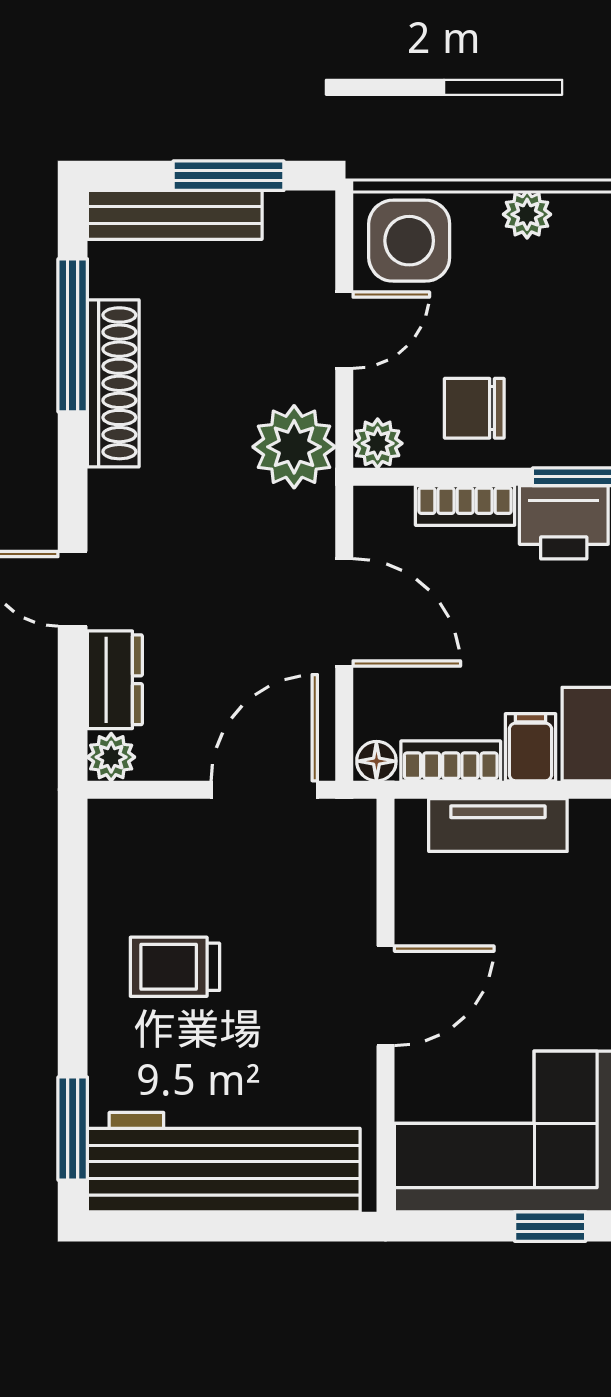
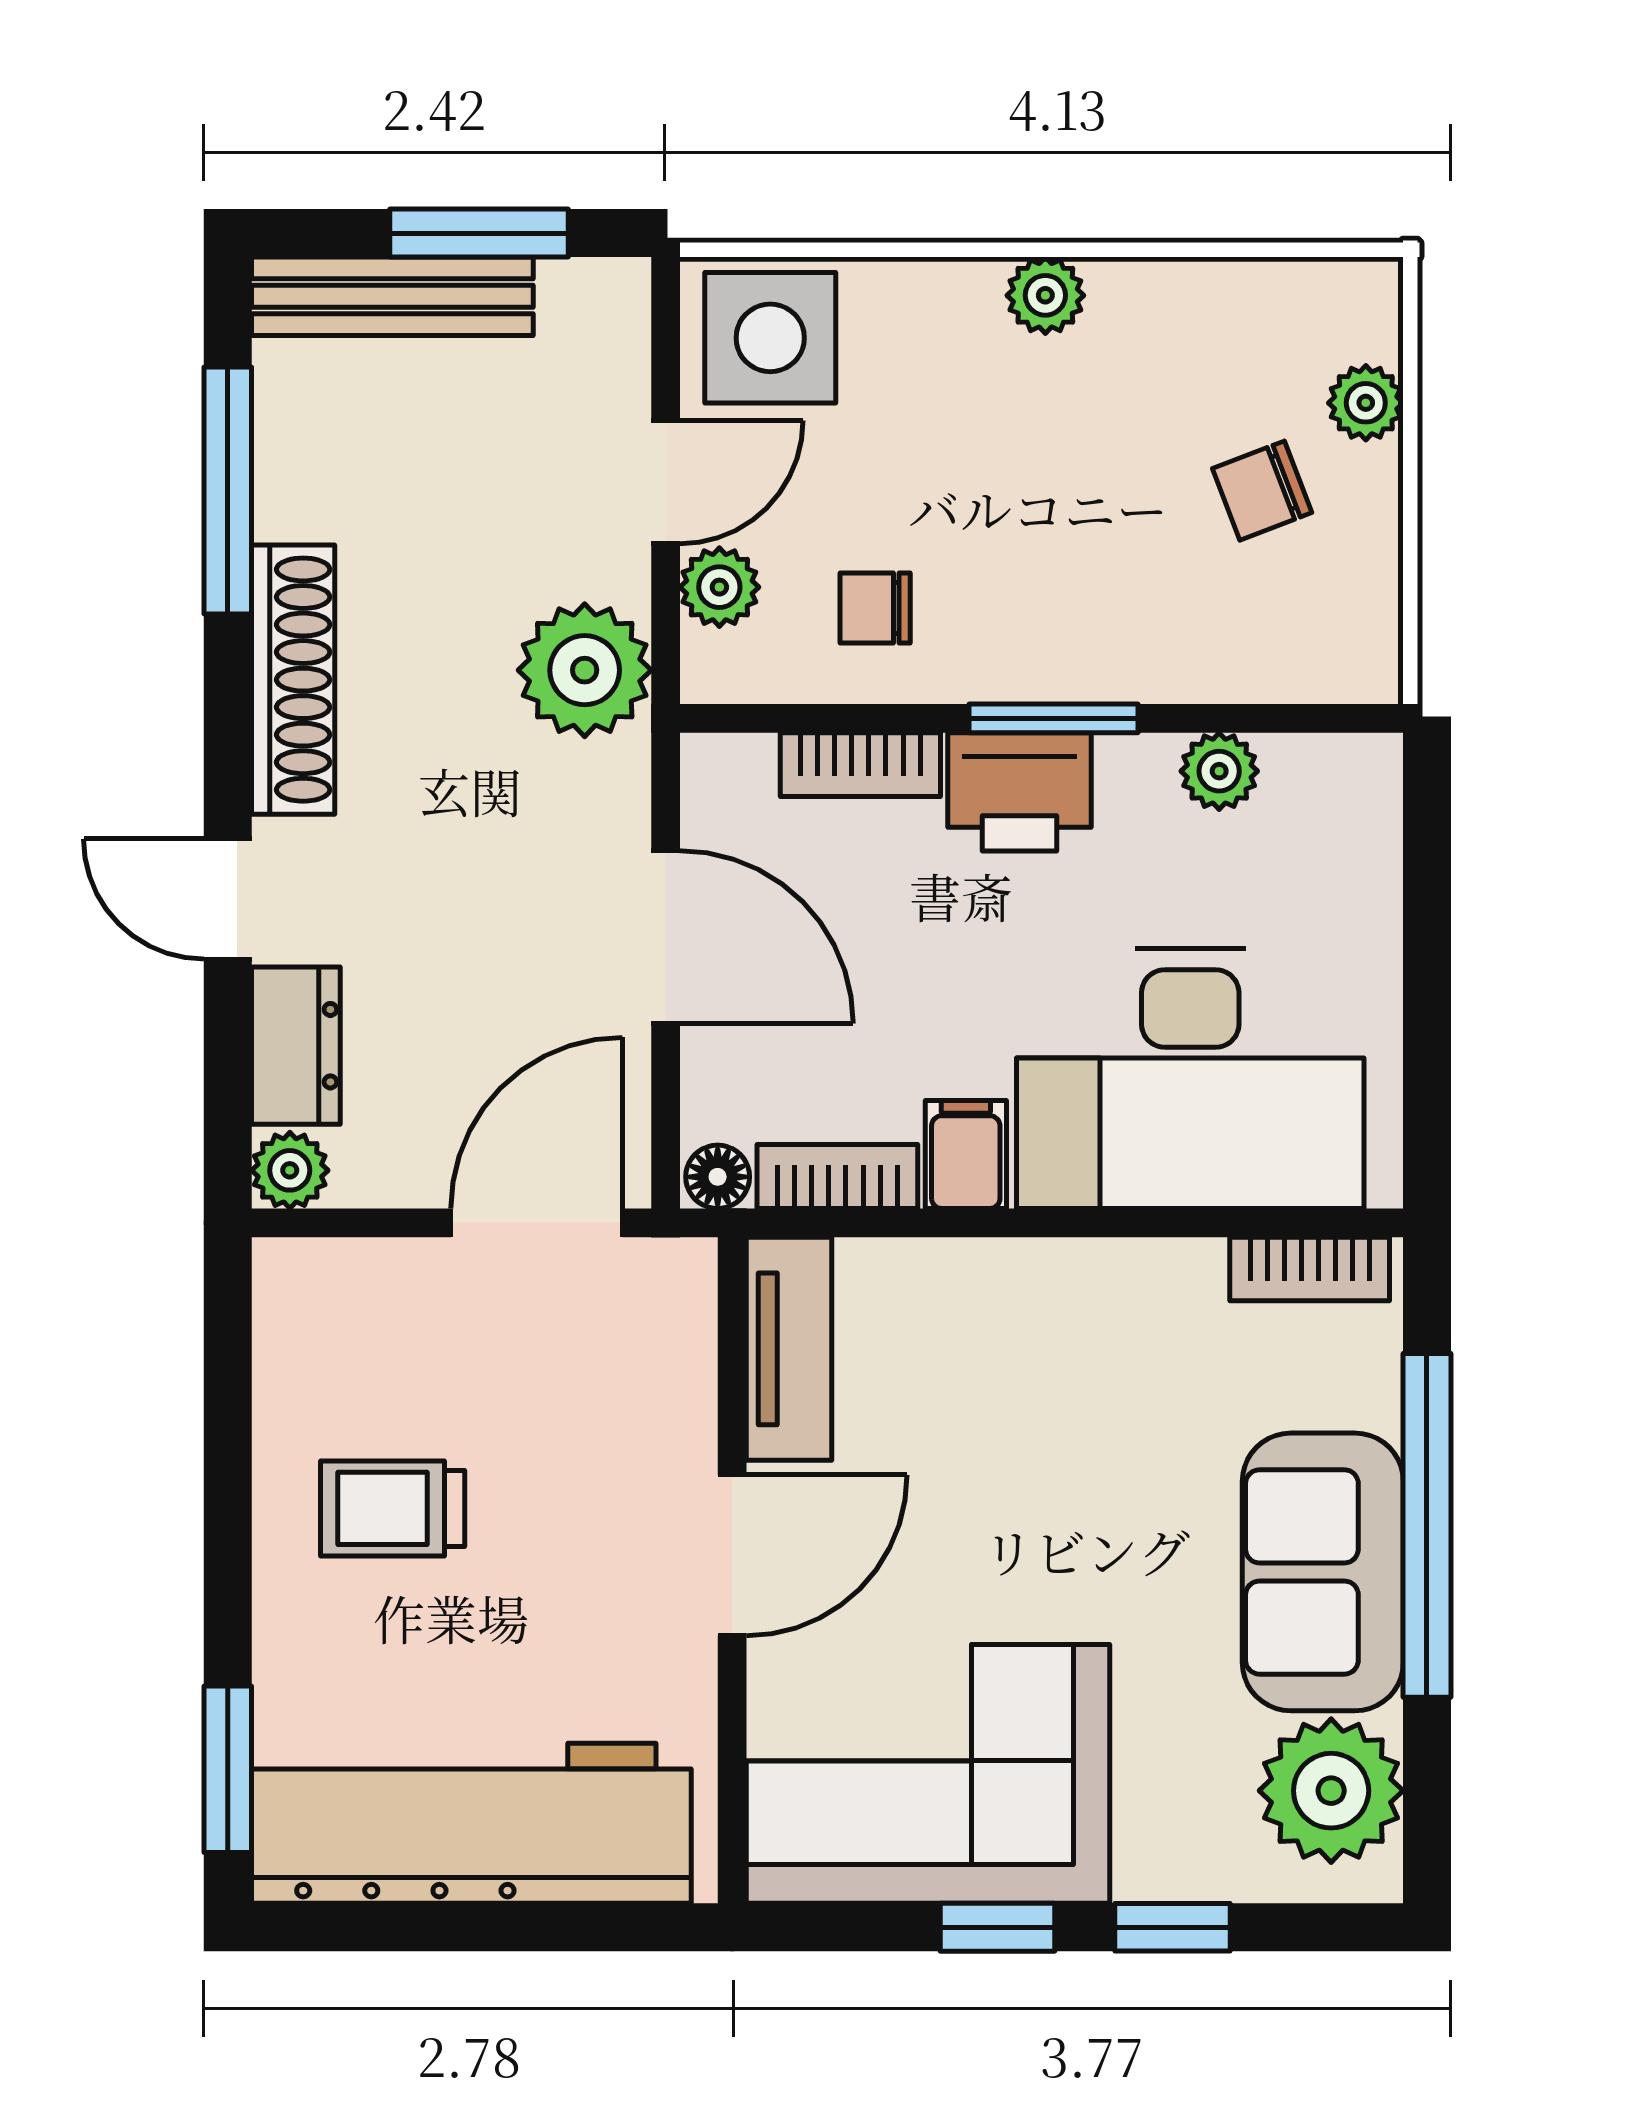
plant: (527, 214) -> (1045, 295), moved
shoe rack: (113, 383) -> (293, 680), moved
chair: (474, 408) -> (875, 608), width x0.73, depth x0.73
plant: (378, 443) -> (719, 587), moved
tv unit: (498, 825) -> (789, 1349), moved, turned -90

